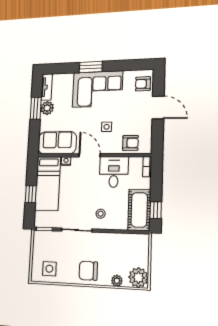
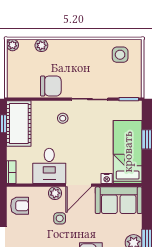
armchair: (130, 143) -> (20, 206), moved, turned 180
plant: (110, 148) -> (55, 193), added
door: (89, 155) -> (79, 185), hinge flipped
chair: (88, 271) -> (51, 86), moved
plant: (138, 278) -> (12, 45), width x0.53, depth x0.53

